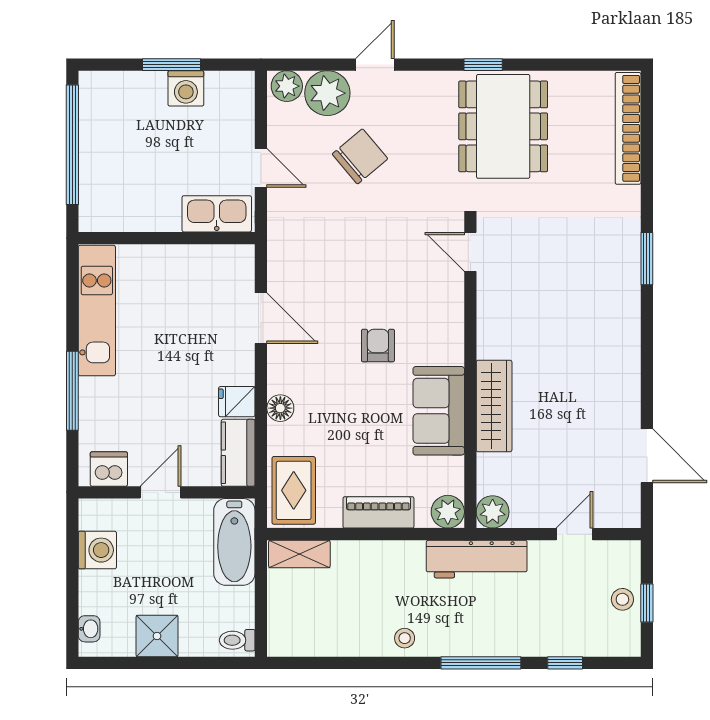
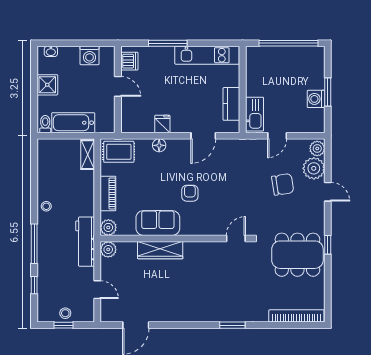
chair: (360, 156) -> (283, 184), turned -59
armchair: (378, 346) -> (190, 193), turned -90
kitchen counter: (238, 453) -> (231, 104), moved, turned -90
bathtub: (234, 542) -> (73, 123), moved

